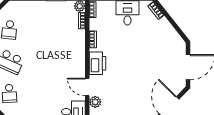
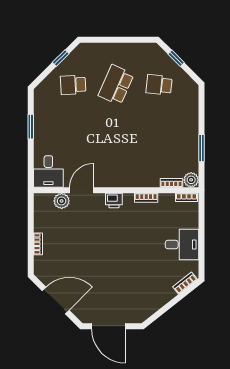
printer: (98, 63) -> (114, 200), width x0.53, depth x0.68

